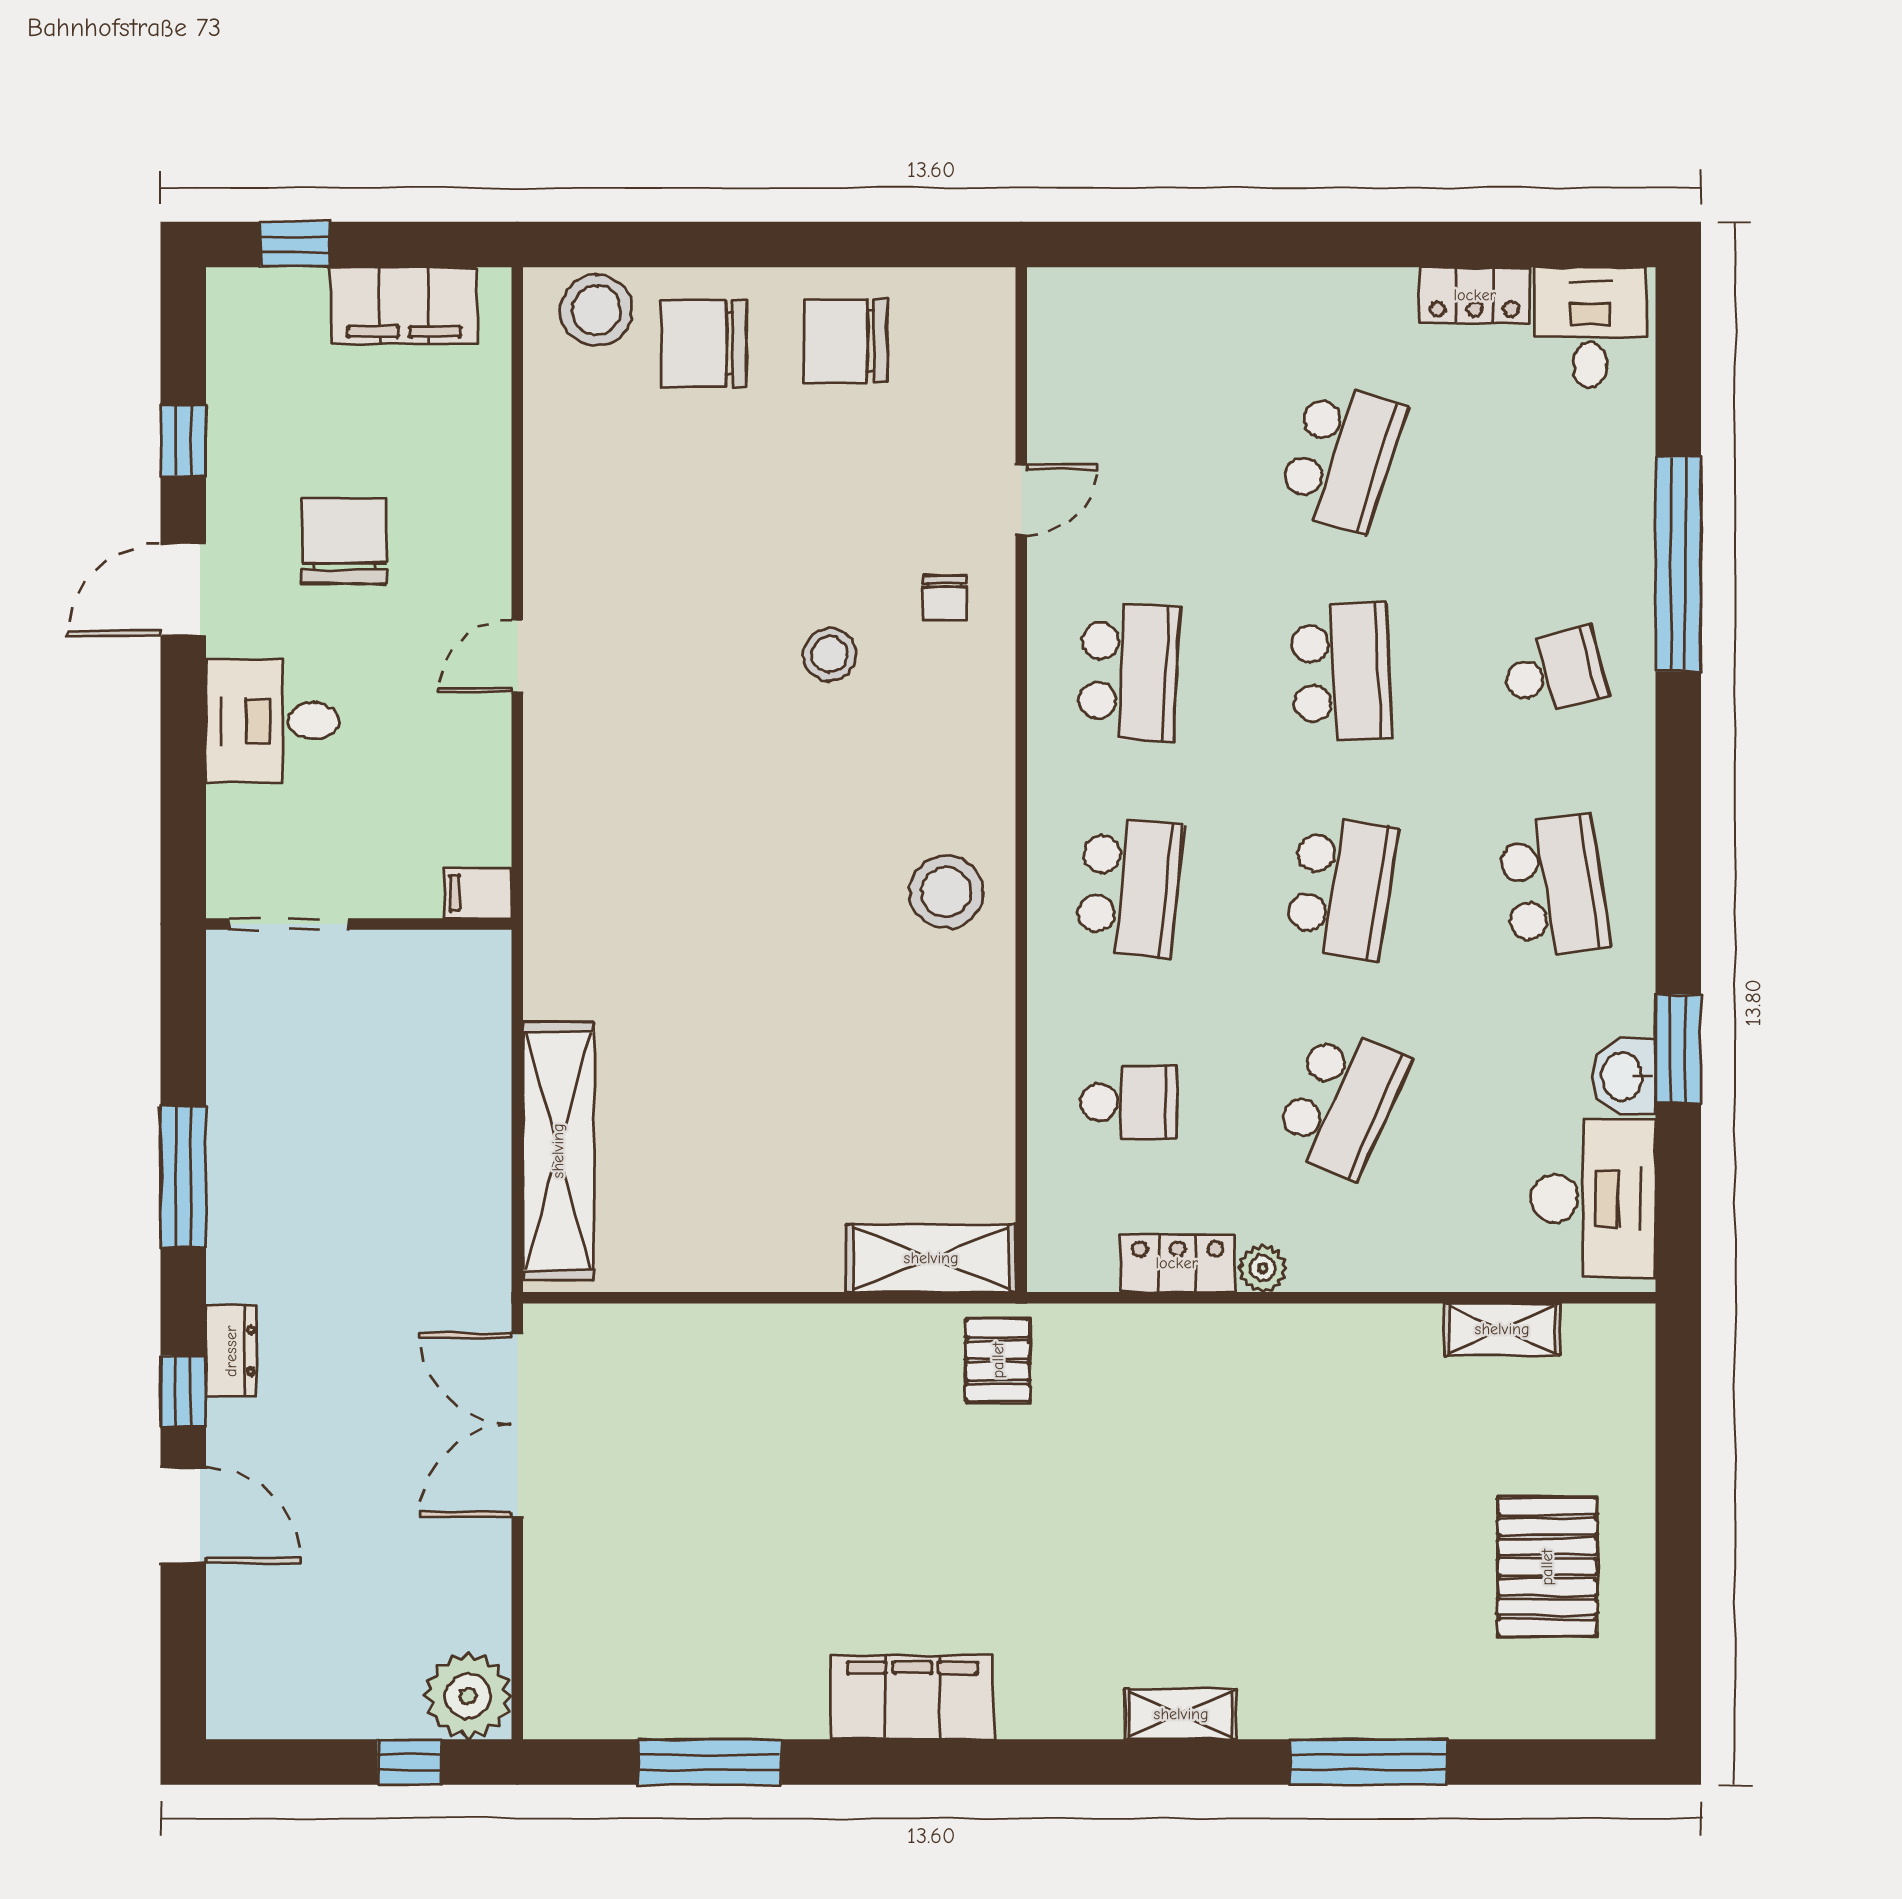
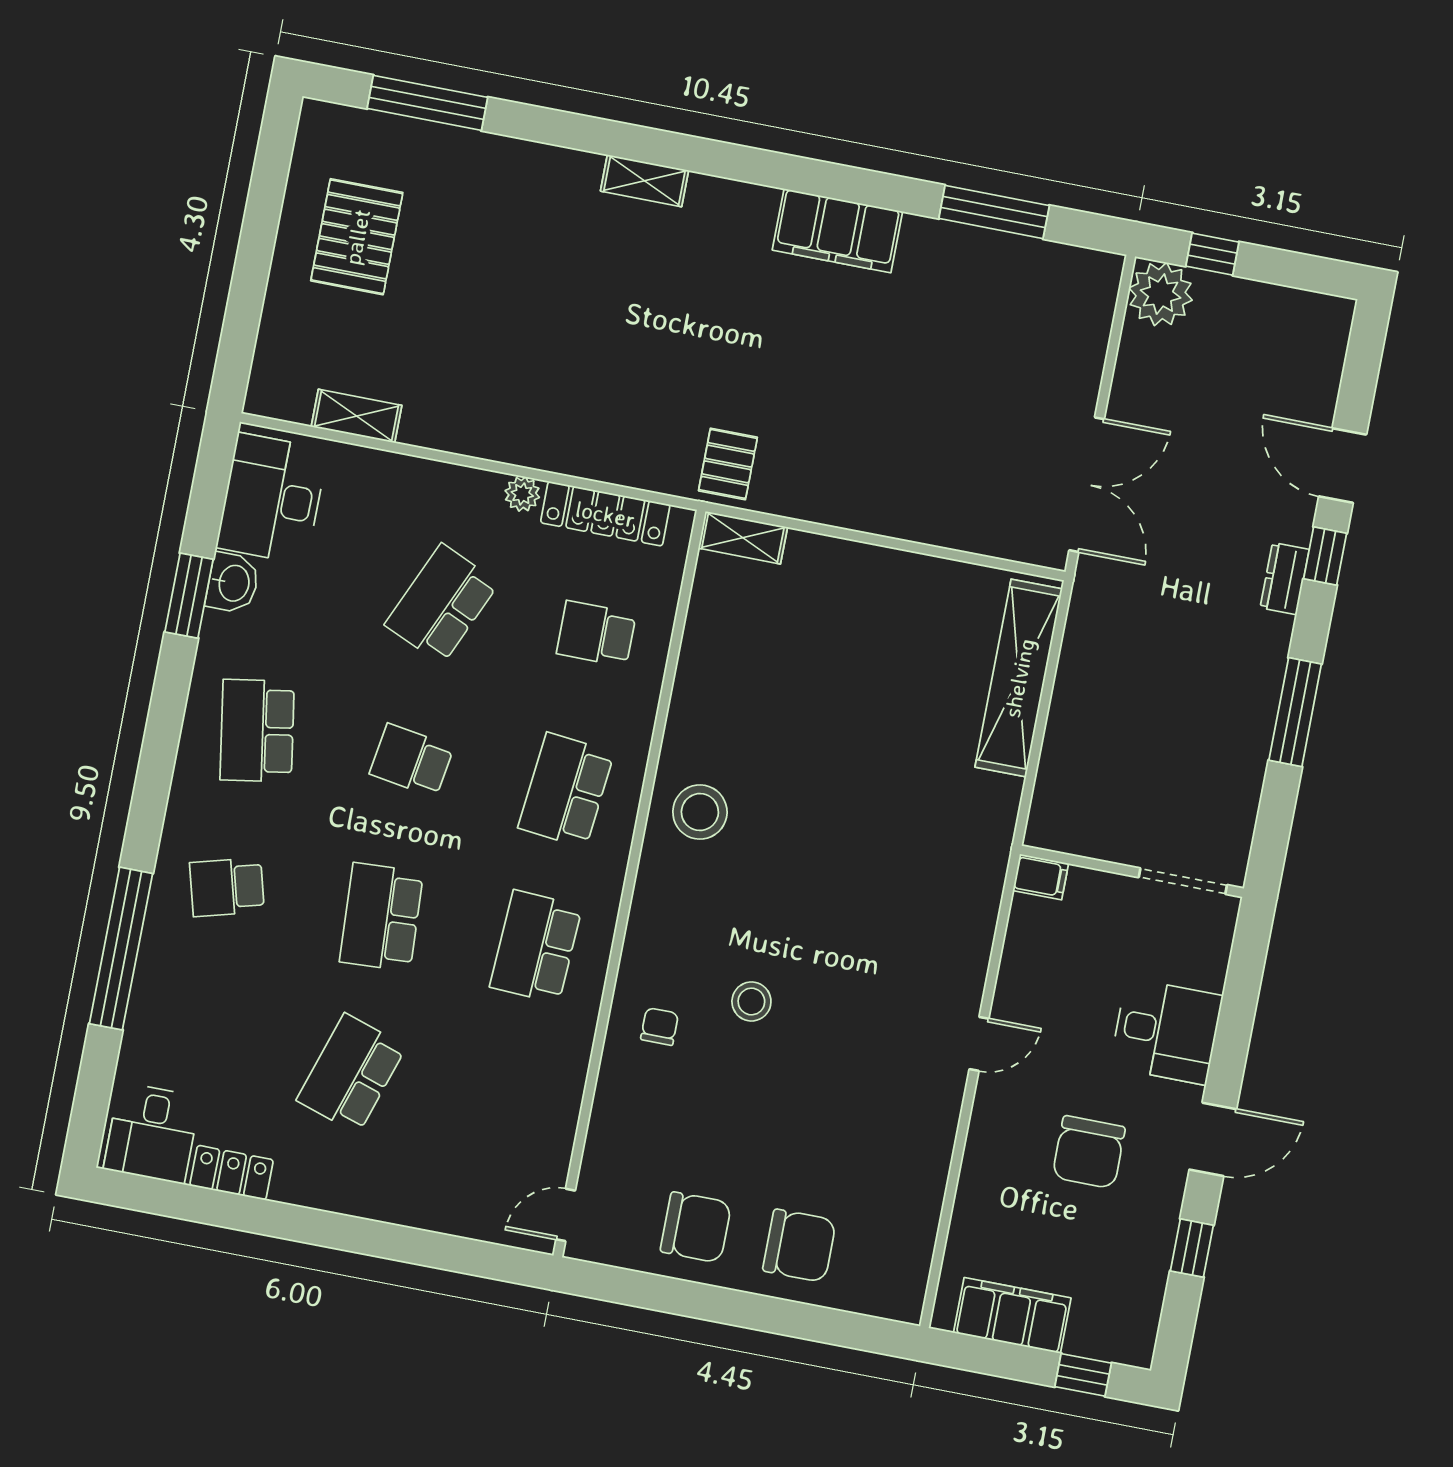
stool: (596, 310) -> (873, 1285), removed
door: (1021, 500) -> (566, 1215), moved
school desk: (1341, 887) -> (412, 760), width x0.54
shelving: (931, 1258) -> (743, 538), width x0.67, depth x0.75
locker: (1177, 1263) -> (605, 514), width x1.53
window: (1369, 1762) -> (427, 103), moved

